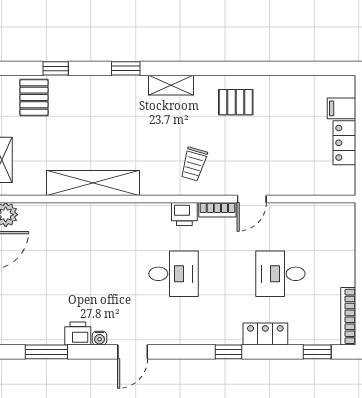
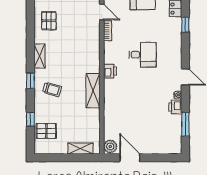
trolley: (194, 164) -> (52, 89), moved
shelving: (93, 183) -> (93, 91), width x0.68
printer: (184, 214) -> (110, 71), moved
desk: (174, 274) -> (143, 55), turned 90

